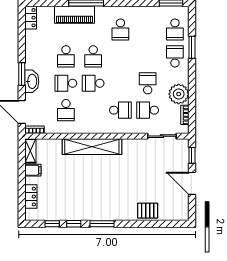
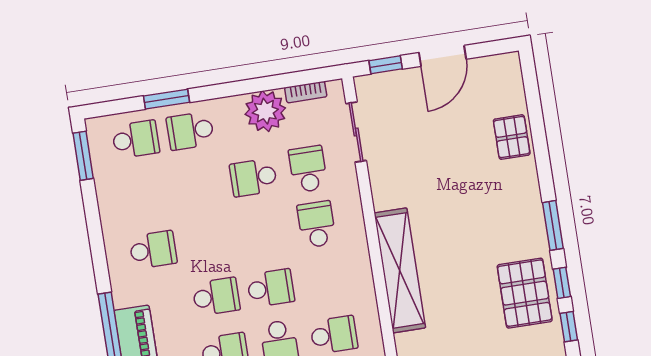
school desk: (93, 83) -> (271, 288), turned -90
school desk: (148, 110) -> (308, 169), turned 180
pallet: (72, 205) -> (525, 293), added

